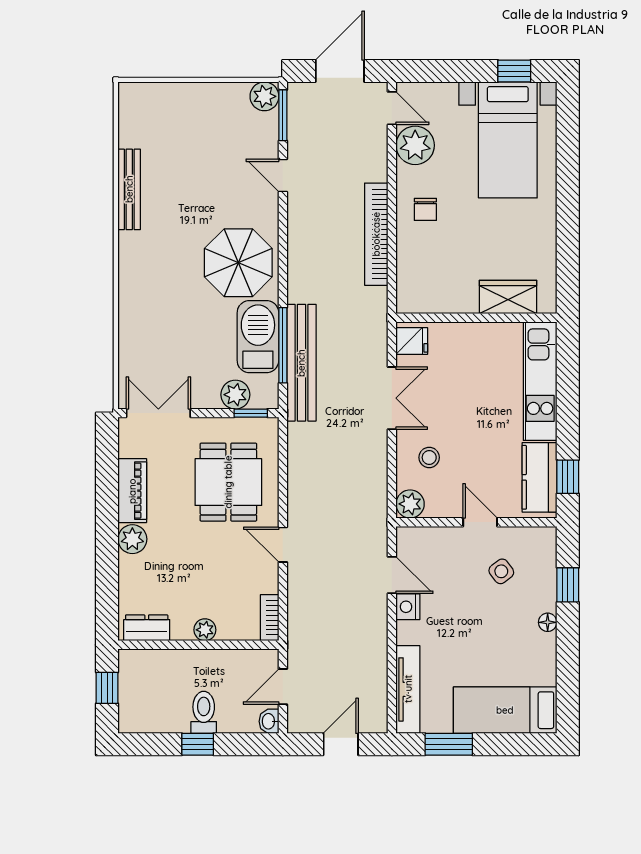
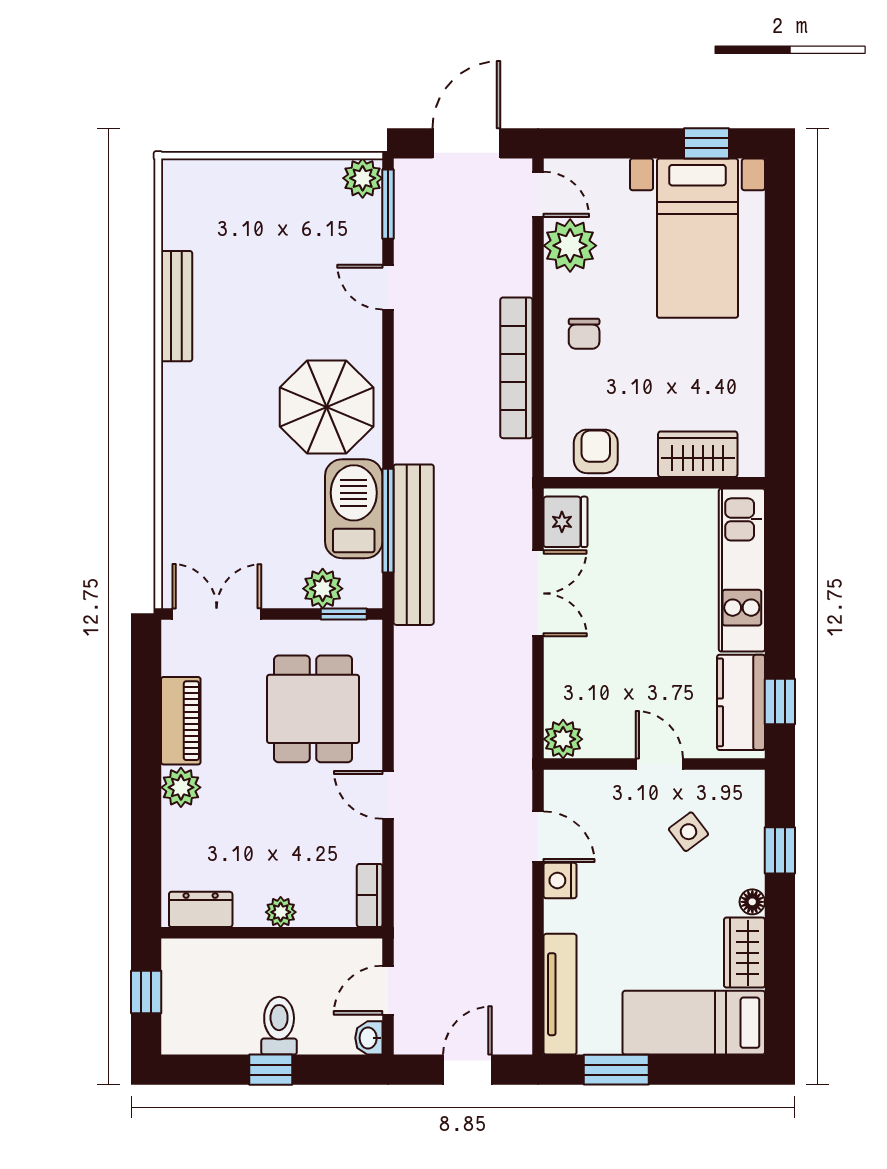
armchair: (434, 295) -> (596, 451), added
fridge: (412, 341) -> (565, 522), width x1.38
stool: (429, 457) -> (589, 675), removed
wardrobe: (542, 659) -> (744, 953), added

